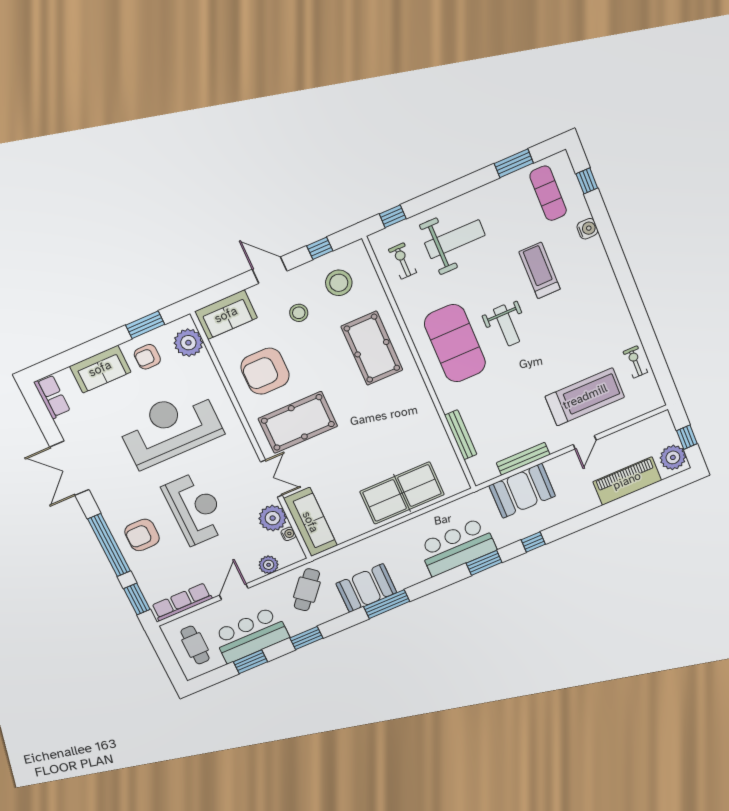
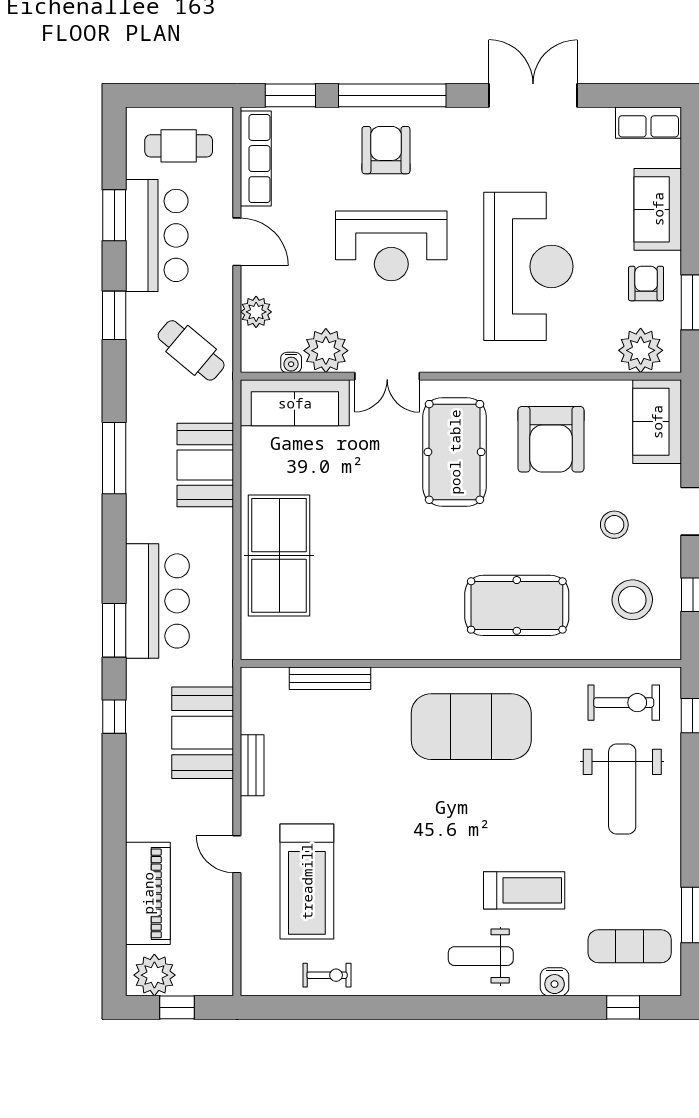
exercise bike: (403, 261) -> (624, 703), width x1.38, depth x1.39
weight bench: (507, 325) -> (481, 956), moved
armchair: (265, 371) -> (551, 439), turned 180
bench: (523, 459) -> (252, 765), width x0.73
booth: (366, 588) -> (205, 465), moved

